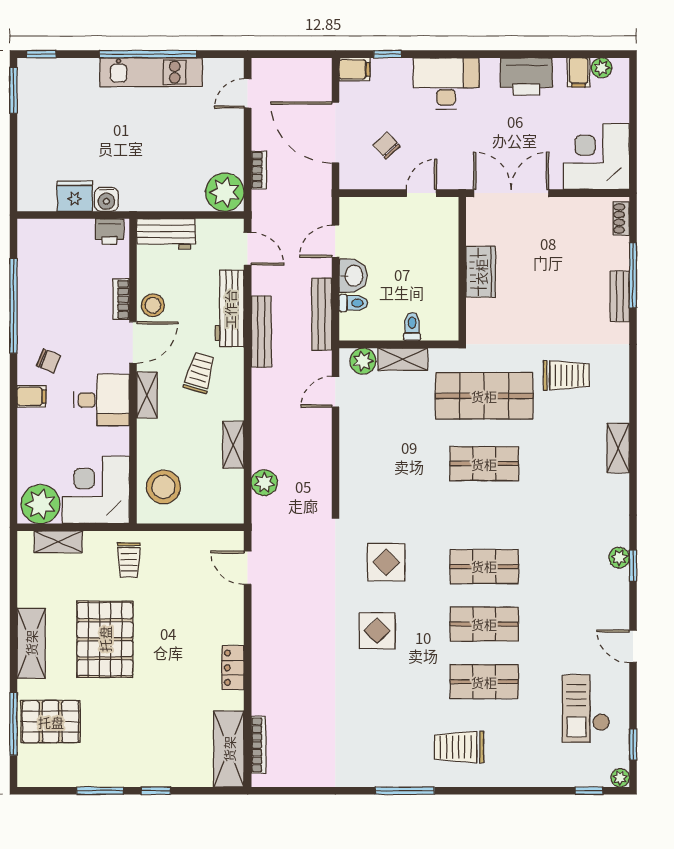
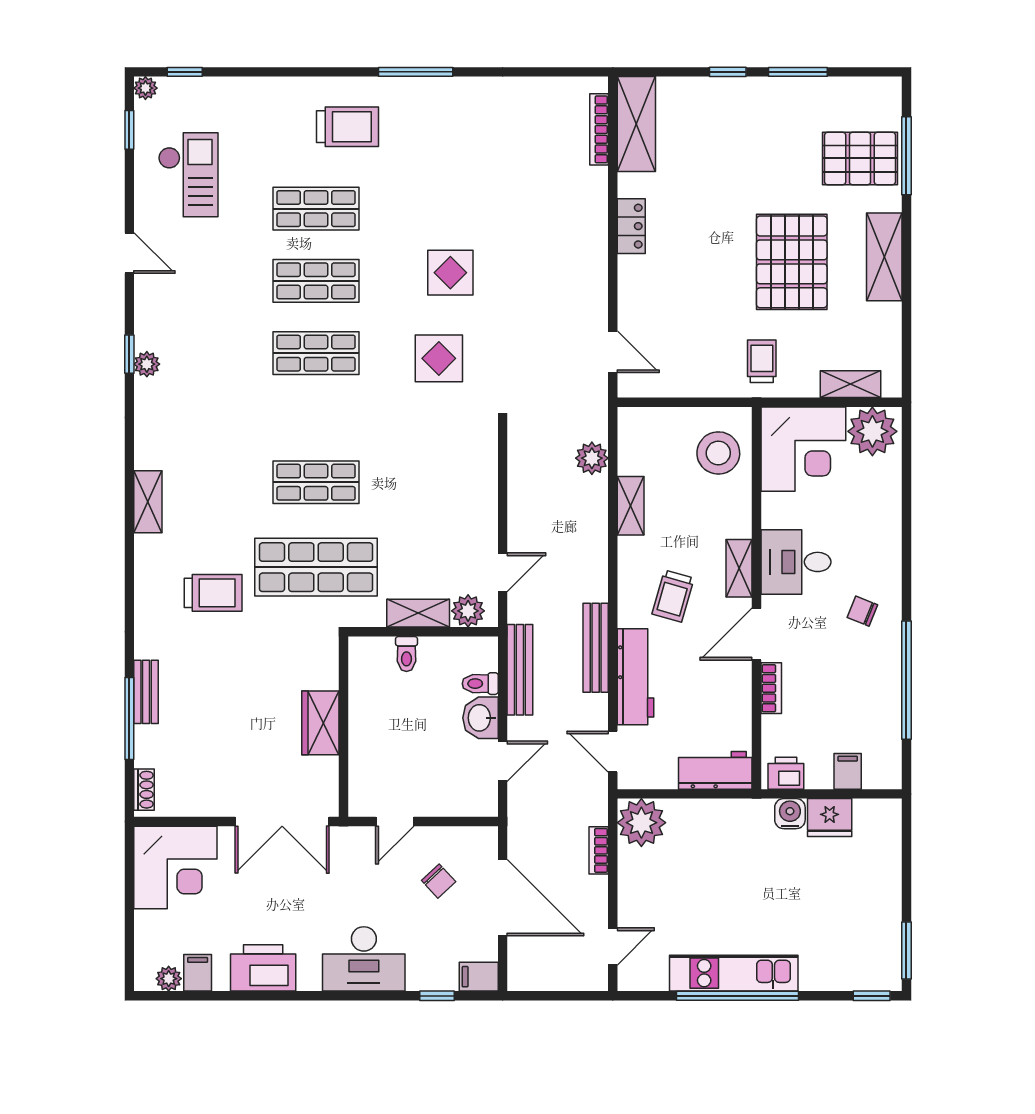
stool: (153, 305) -> (732, 681), removed
trolley: (566, 375) -> (213, 593), turned 180
filing cabinet: (31, 396) -> (848, 771), moved, turned 90

